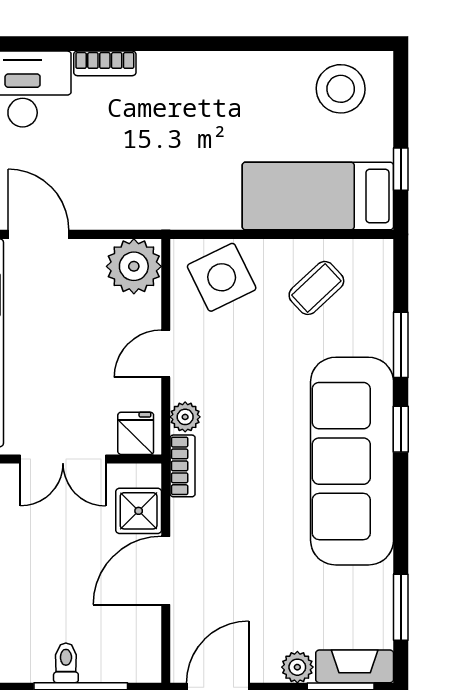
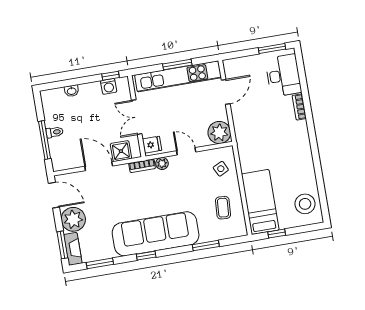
side table: (222, 277) -> (221, 169), width x0.54, depth x0.54
coffee table: (316, 288) -> (223, 208), turned 47
window: (401, 429) -> (146, 256), moved
plant: (297, 667) -> (73, 219), width x1.87, depth x1.87

